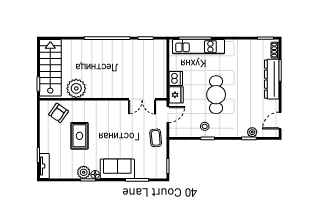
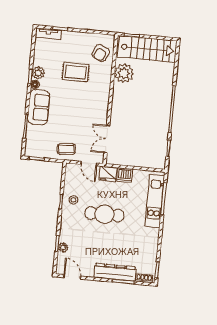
armchair: (59, 113) -> (101, 53), turned -100

